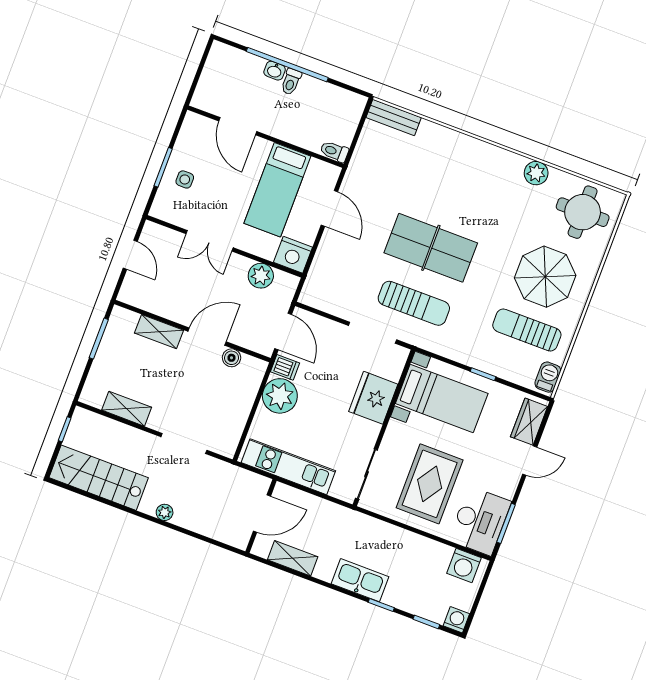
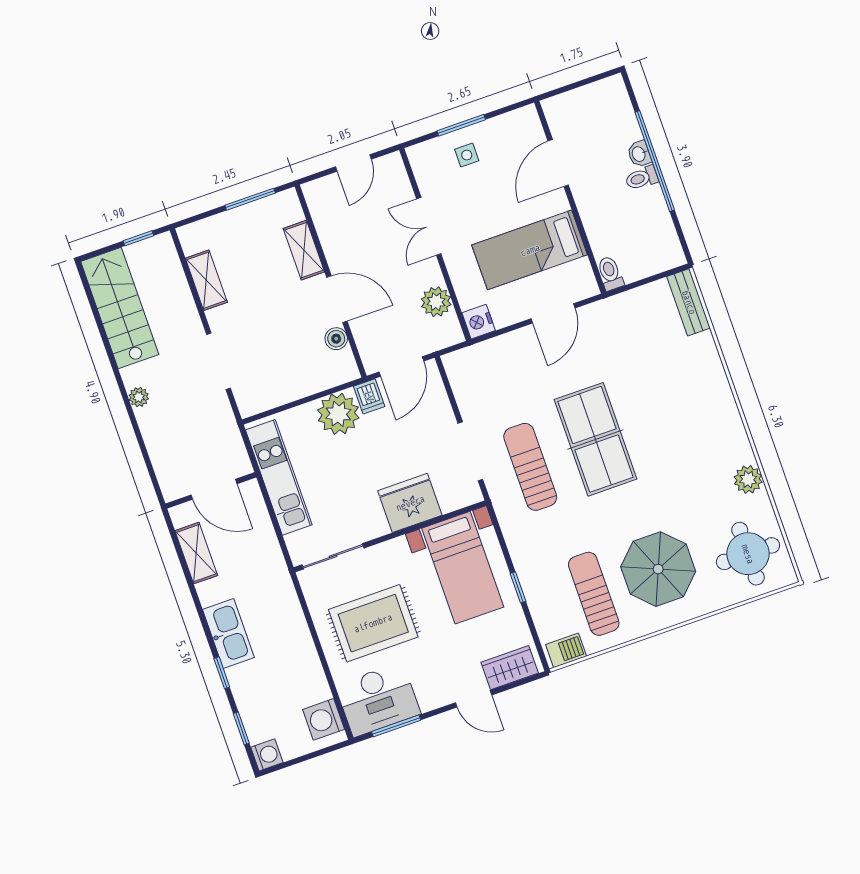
nightstand: (293, 255) -> (479, 322), width x0.74, depth x0.75
sun lounger: (414, 303) -> (530, 467), turned 180

